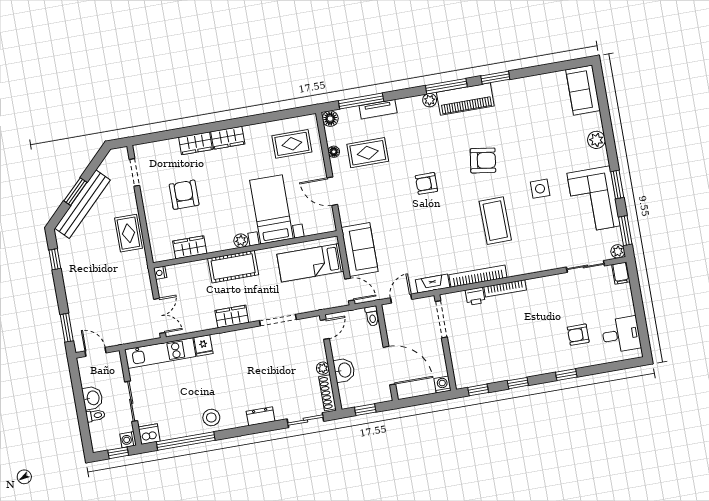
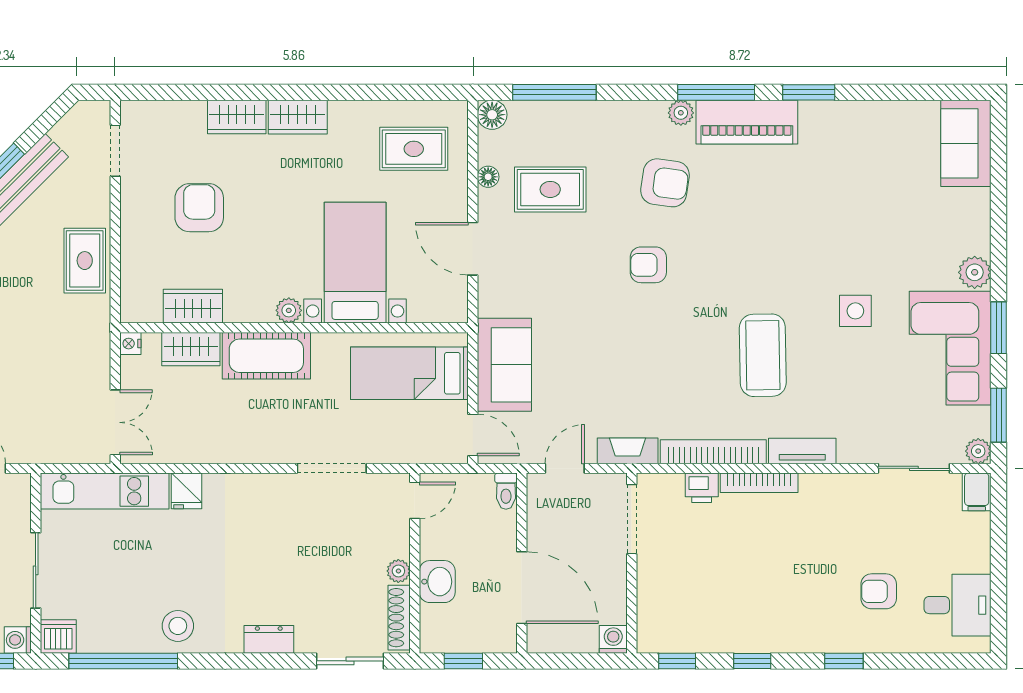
tv unit: (378, 109) -> (802, 451), moved, turned 180
plant: (596, 140) -> (975, 272), moved
armchair: (483, 160) -> (665, 183), moved
wardrobe: (232, 317) -> (191, 349), moved, turned 180

